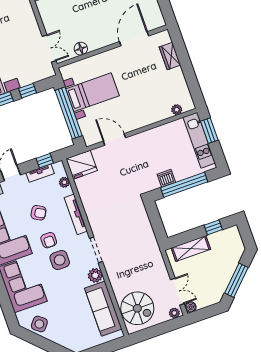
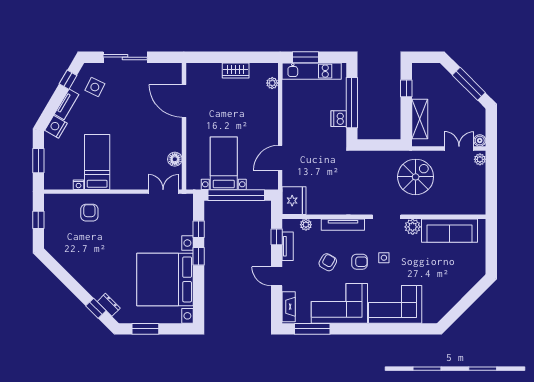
wardrobe: (170, 56) -> (236, 70), moved
side table: (60, 260) -> (384, 258), width x0.54, depth x0.54
spiral stairs: (137, 308) -> (416, 177), moved
side table: (39, 324) -> (442, 302), removed

